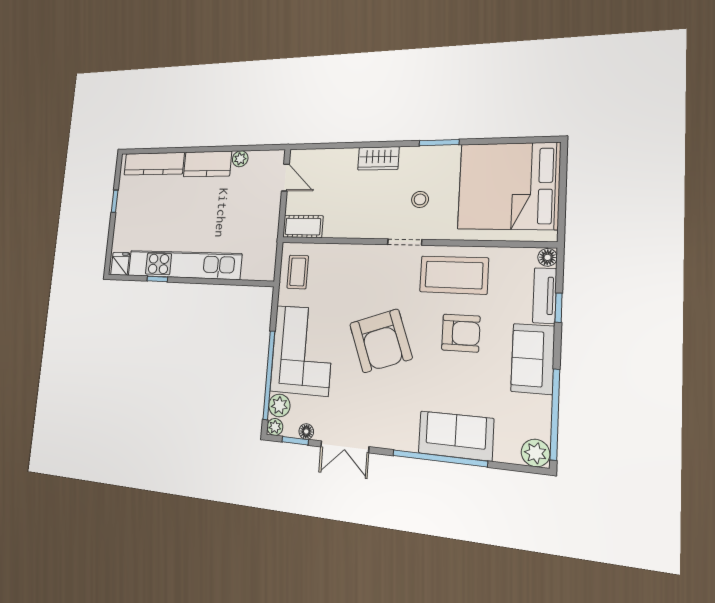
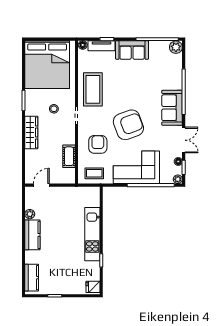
wardrobe: (378, 158) -> (31, 132), width x1.50
kitchen counter: (154, 164) -> (32, 278), width x0.67
cot: (303, 226) -> (69, 156), moved
kitchen unit: (184, 265) -> (92, 234), width x0.73
armchair: (461, 333) -> (98, 144), moved
plant: (279, 405) -> (166, 178), removed
sofa: (456, 436) -> (172, 108), moved

